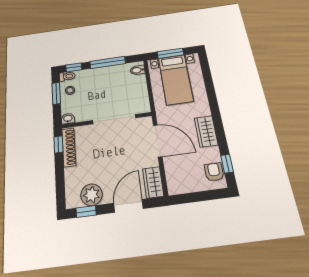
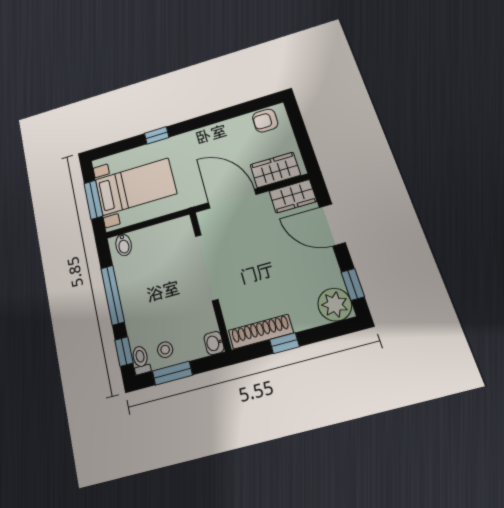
wardrobe: (206, 131) -> (275, 170), moved, turned 180
door: (158, 141) -> (232, 199), hinge flipped
window: (58, 144) -> (284, 343), moved
window: (227, 164) -> (157, 135), moved
plant: (92, 195) -> (335, 305), moved

